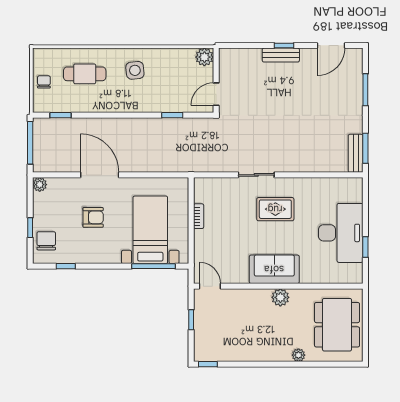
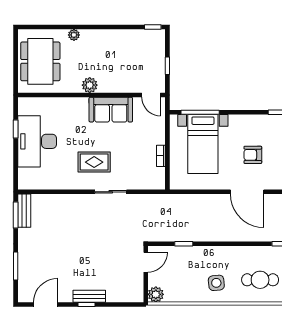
sofa: (274, 269) -> (111, 110), moved

